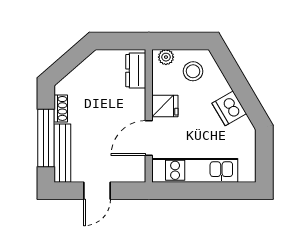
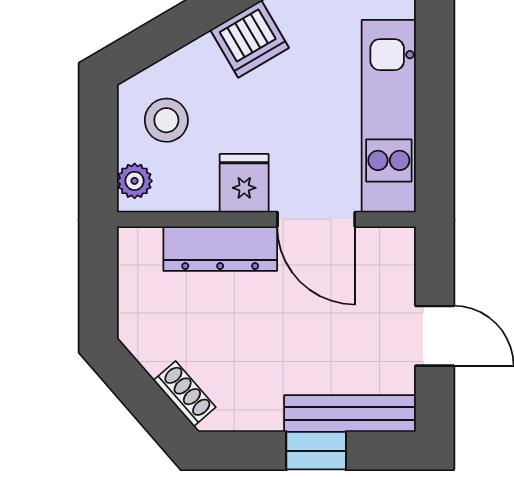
dresser: (136, 71) -> (220, 249), moved, width x1.44
shoe rack: (61, 108) -> (185, 394), moved, turned 49
window: (46, 138) -> (316, 451), width x0.46

